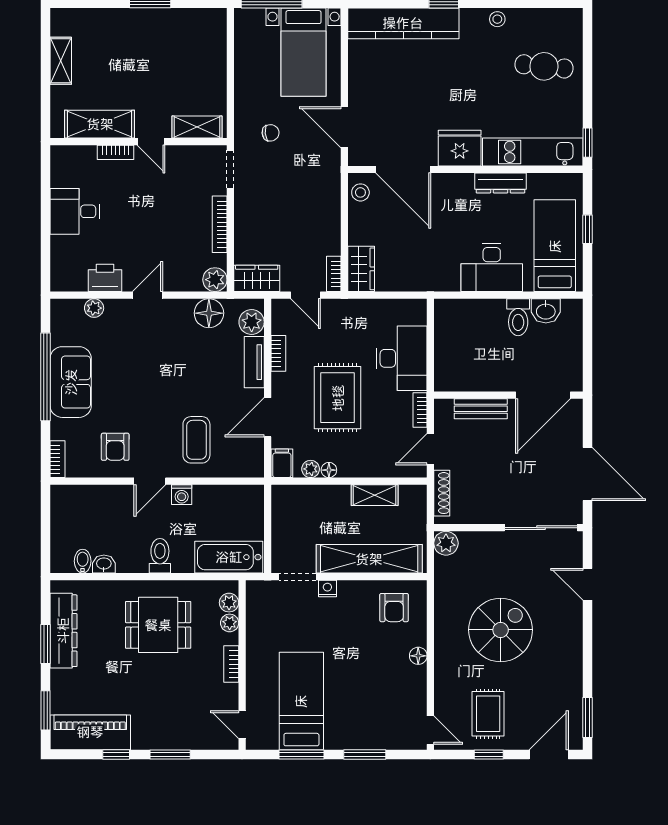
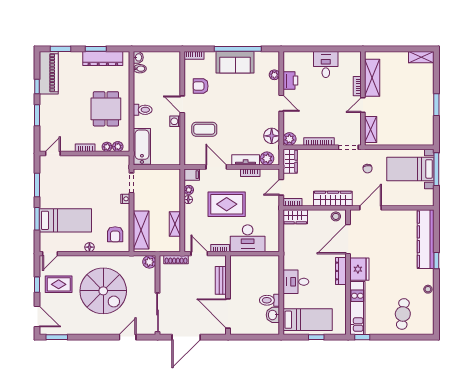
bed with nightstands: (304, 52) -> (410, 169), moved
shelving: (61, 61) -> (421, 57), moved
dresser: (500, 183) -> (341, 271), moved
wardrobe: (327, 198) -> (333, 199), added
desk: (492, 268) -> (296, 282), width x0.73
shelving: (369, 559) -> (141, 230), width x0.68
washbasin: (104, 564) -> (138, 57), moved
armchair: (394, 608) -> (115, 234), turned -90
spiral stairs: (501, 630) -> (103, 291), width x1.37, depth x1.37
bed: (301, 701) -> (65, 220), moved

